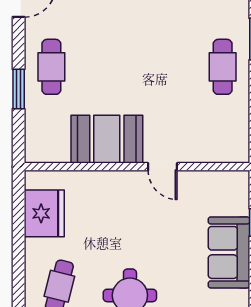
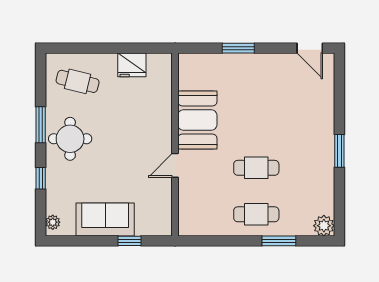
cafe table: (51, 67) -> (256, 168), moved
fridge: (44, 213) -> (132, 65), width x0.73, depth x0.75

